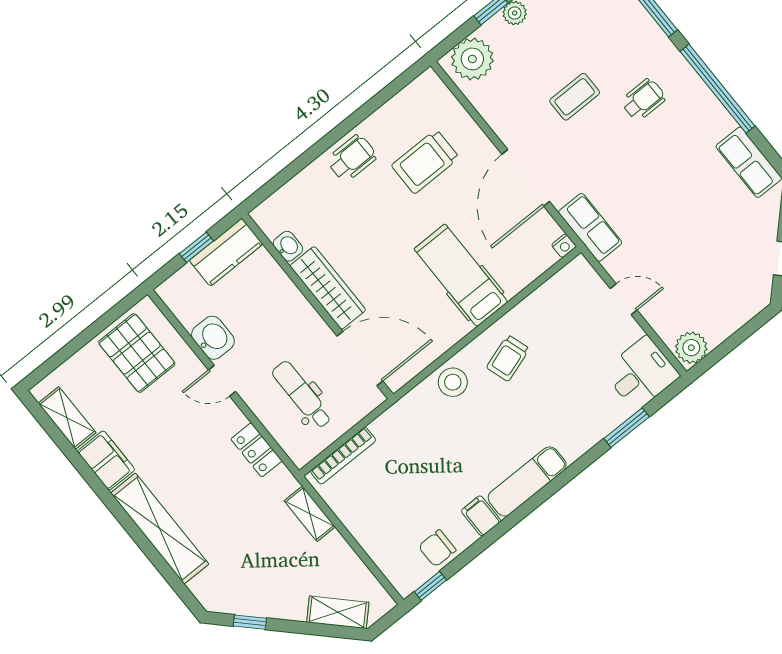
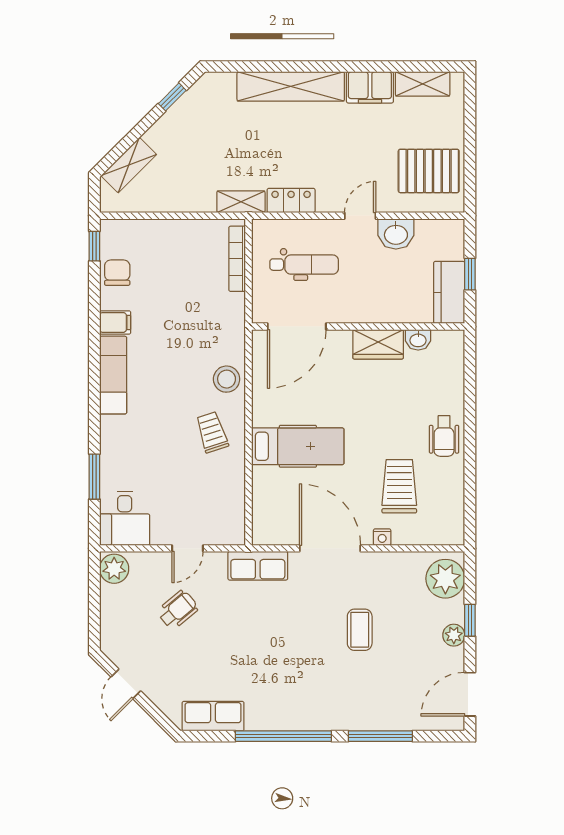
wheelchair: (643, 100) -> (178, 610), moved, turned -130
nightstand: (564, 246) -> (382, 537), moved, turned -90
wardrobe: (328, 288) -> (378, 344), width x0.67
shelving: (310, 514) -> (241, 202), moved

